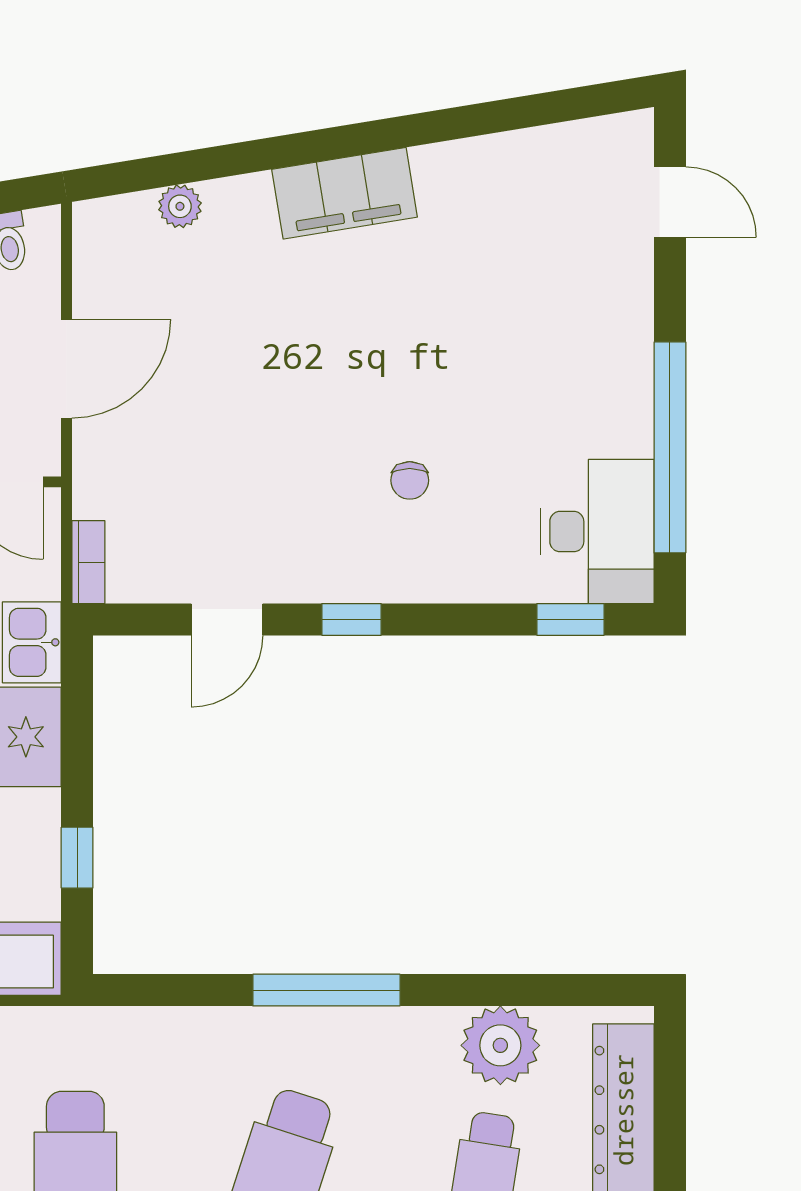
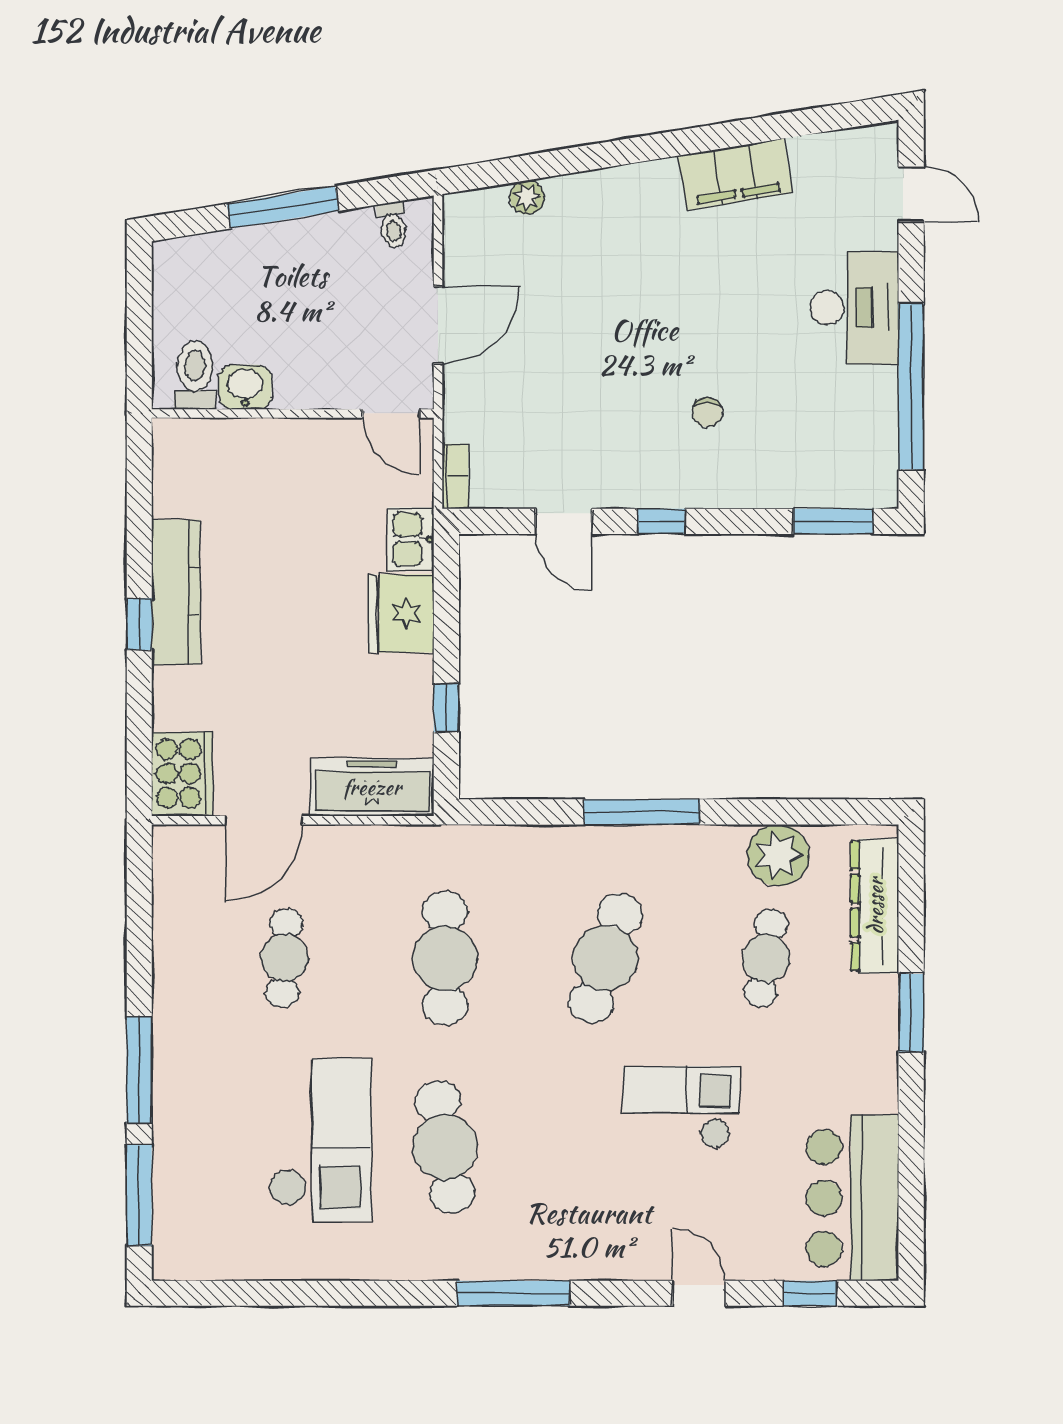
filing cabinet: (345, 193) -> (735, 174), moved
desk: (597, 532) -> (854, 308), moved
door: (227, 619) -> (564, 521), hinge flipped
window: (570, 619) -> (833, 521), width x1.50

